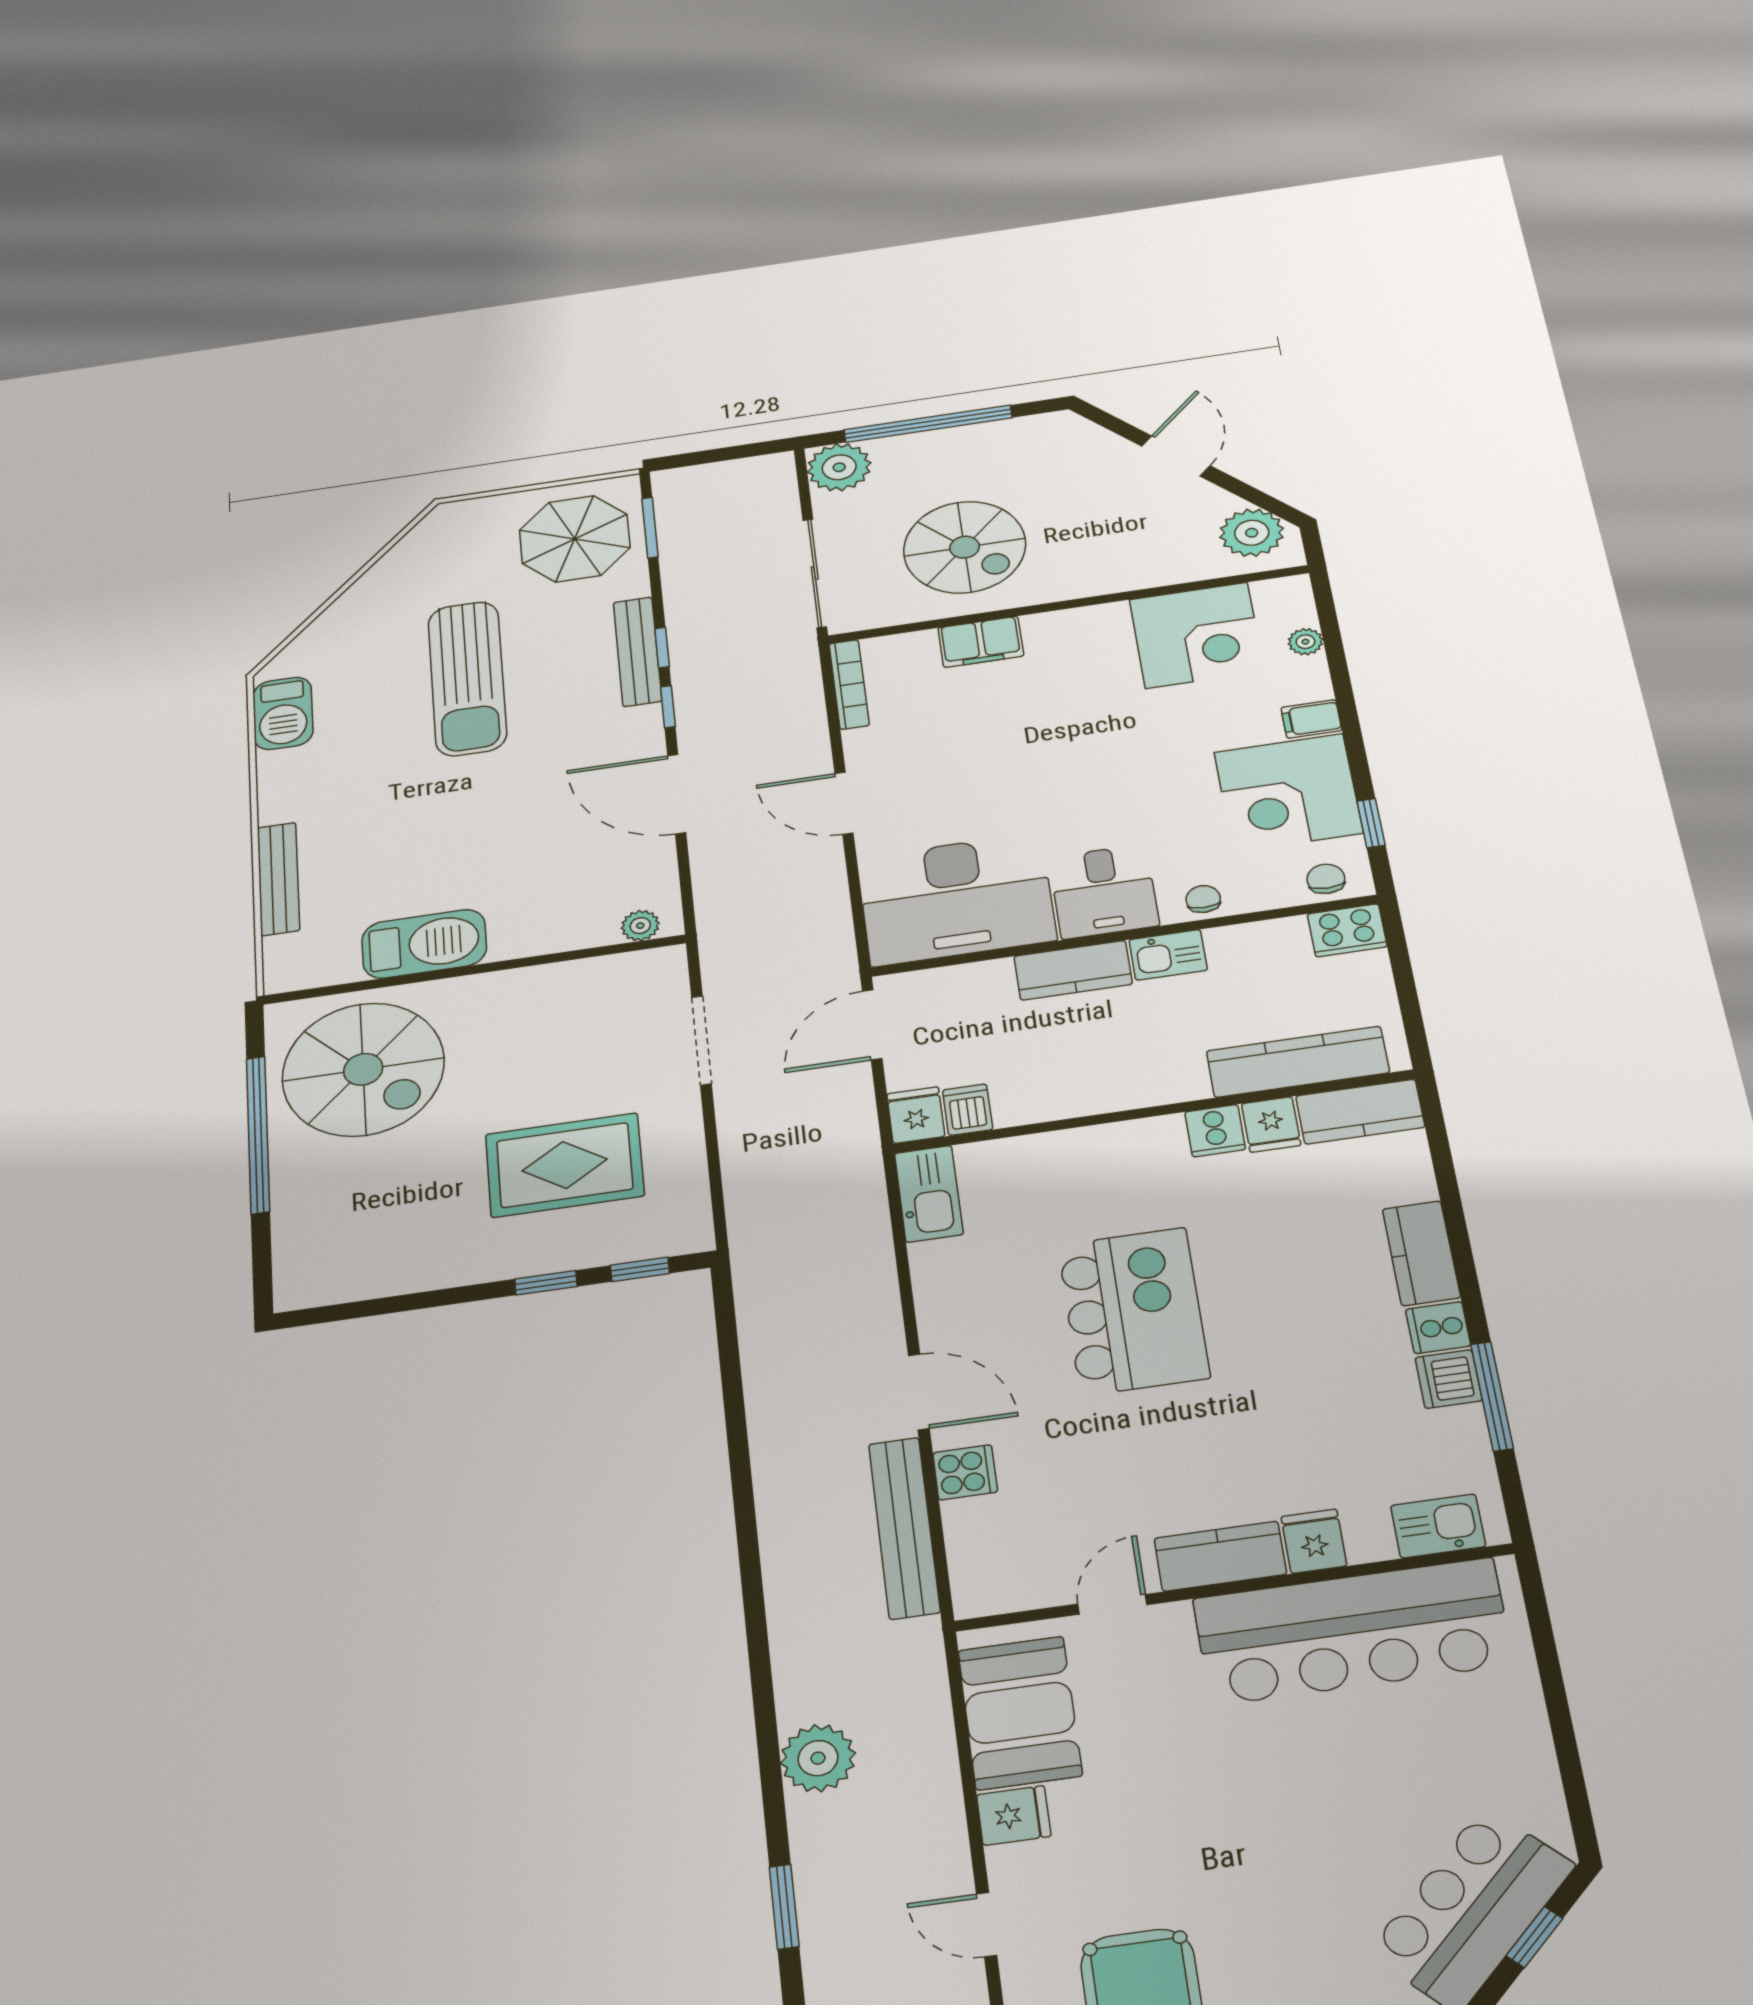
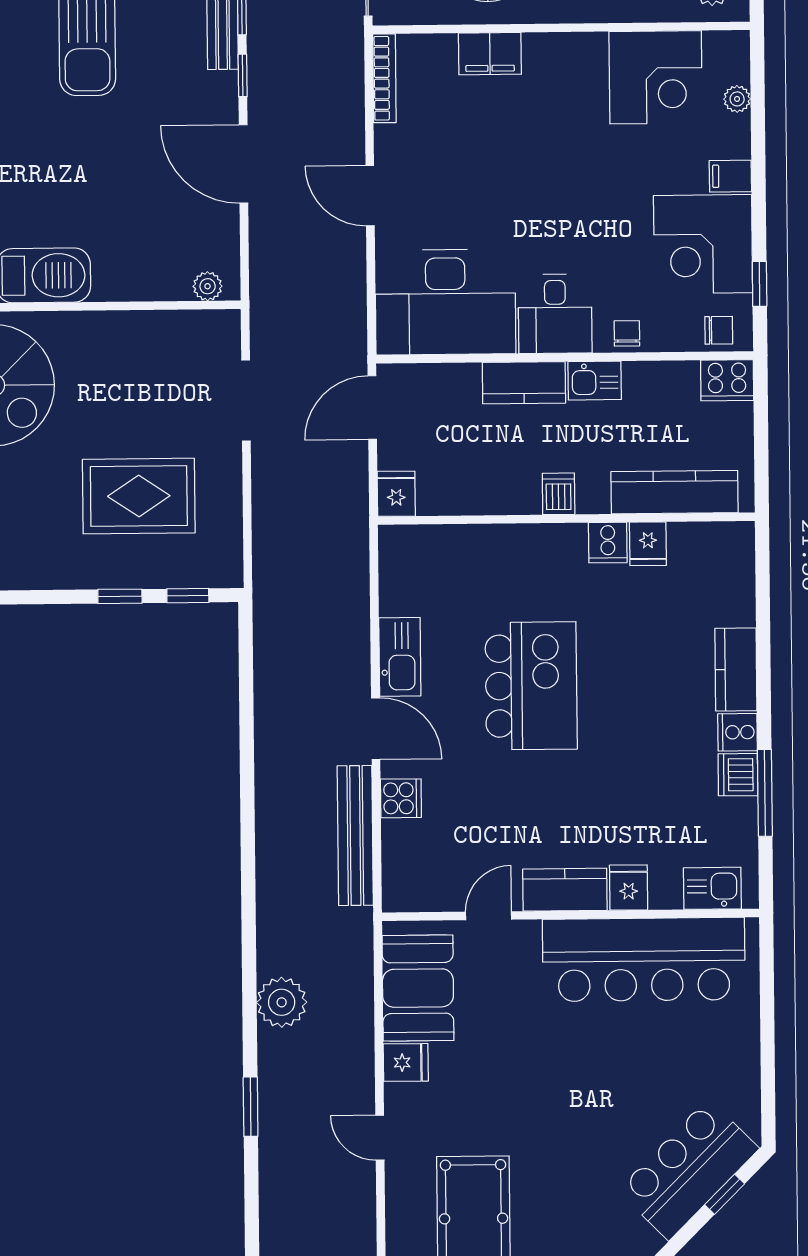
chair: (1326, 879) -> (719, 330), turned 90
dishwasher: (968, 1110) -> (559, 494), moved
kitchen counter: (1360, 1112) -> (712, 543), removed
kitchen sink: (929, 1194) -> (400, 657), moved

